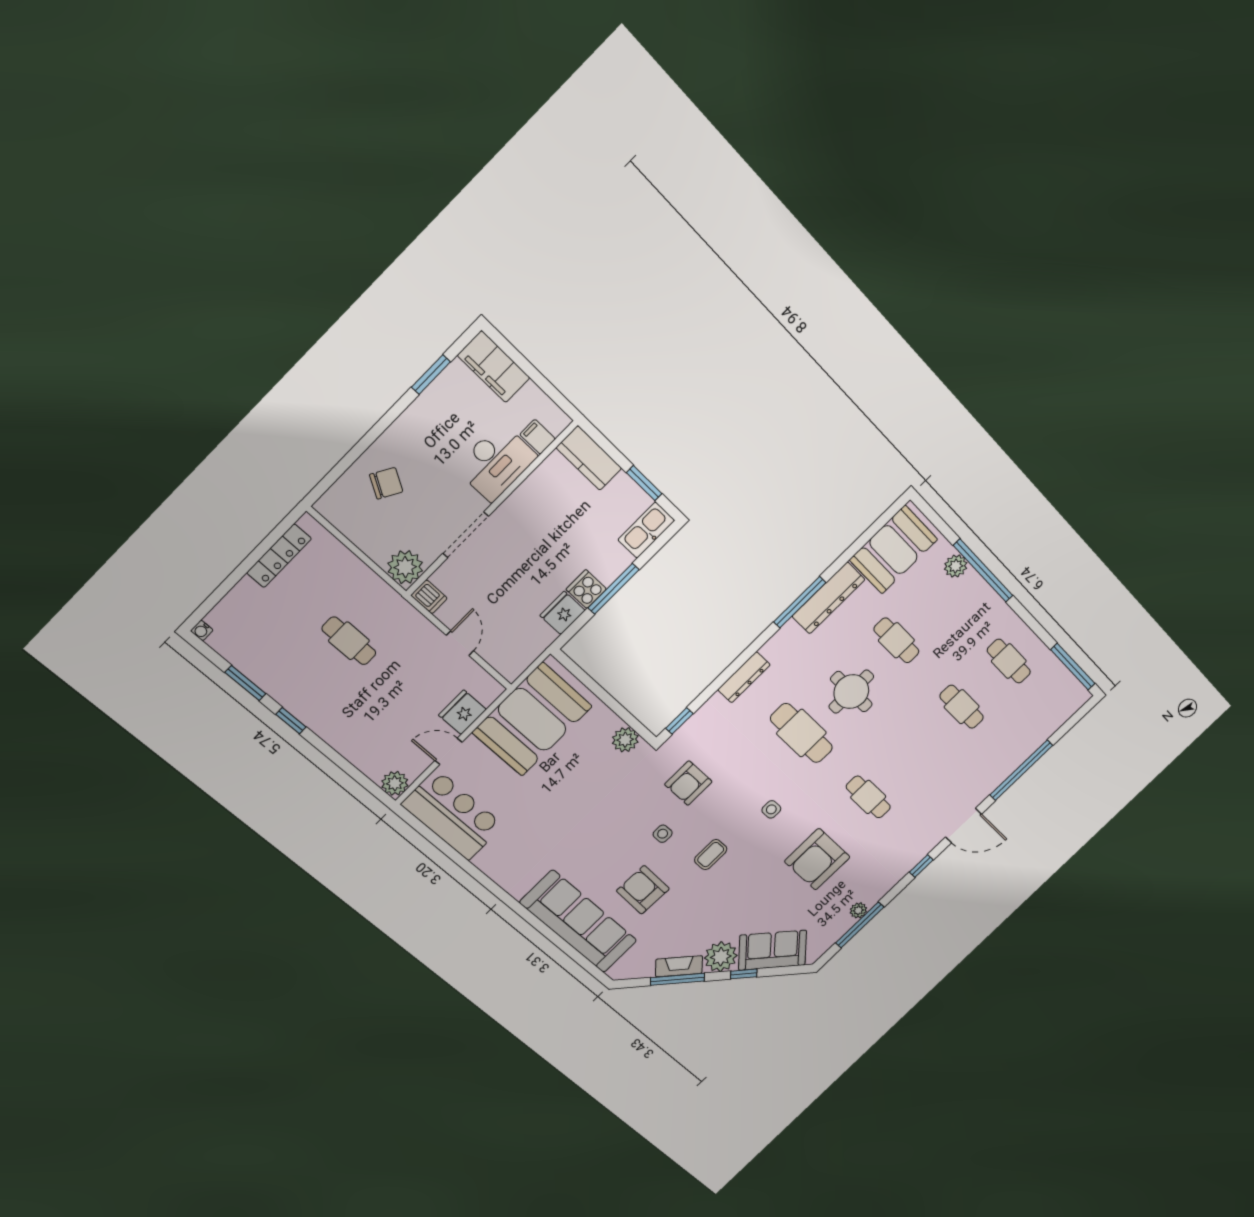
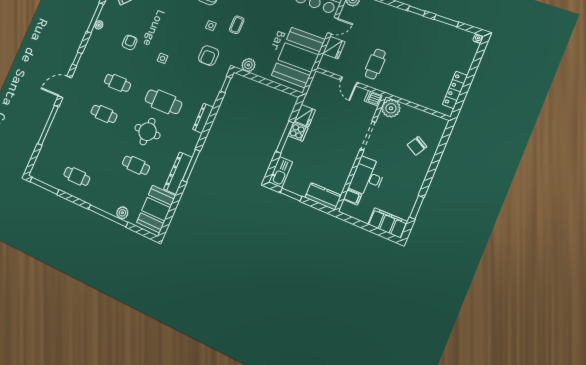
cafe table: (349, 641) -> (375, 64), moved, turned 90
cafe table: (962, 707) -> (104, 114), moved
armchair: (688, 783) -> (209, 56), turned 180
coffee table: (711, 855) -> (237, 25), moved
armchair: (817, 859) -> (130, 42), width x0.53, depth x0.53

